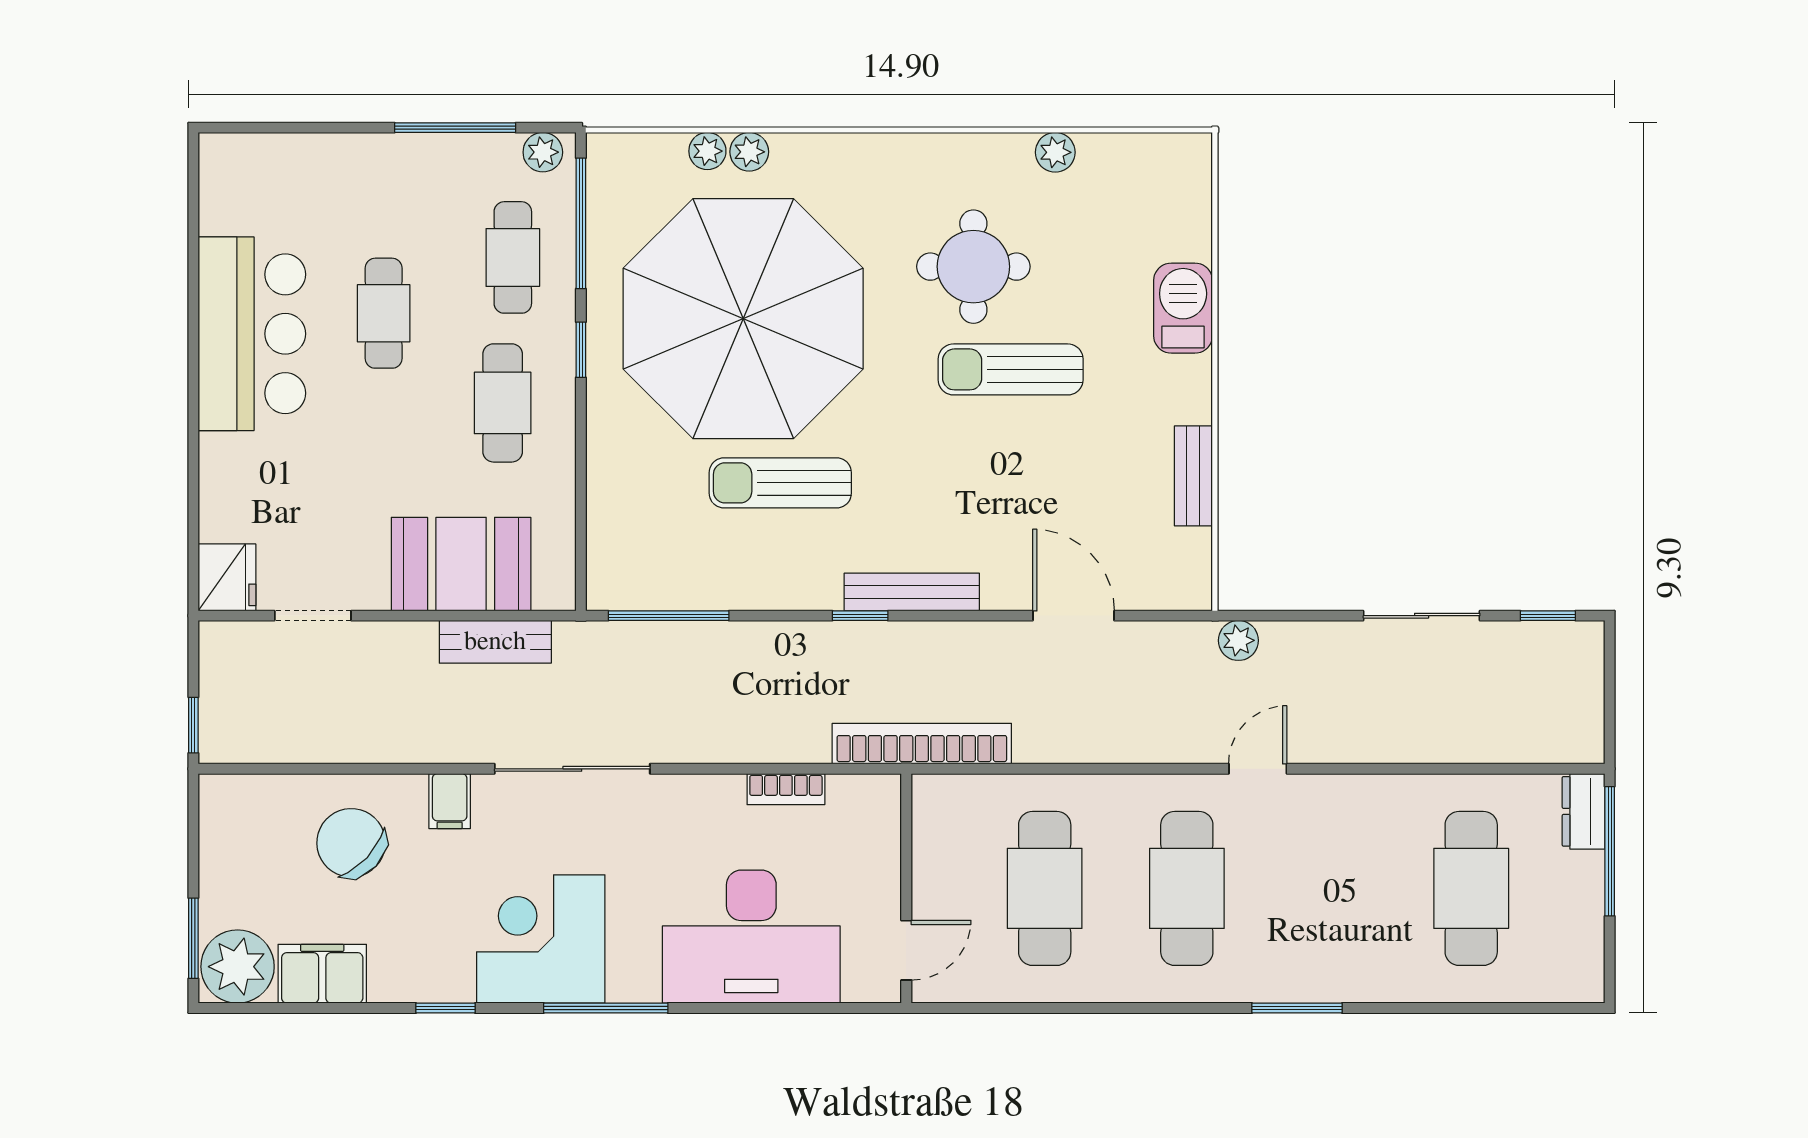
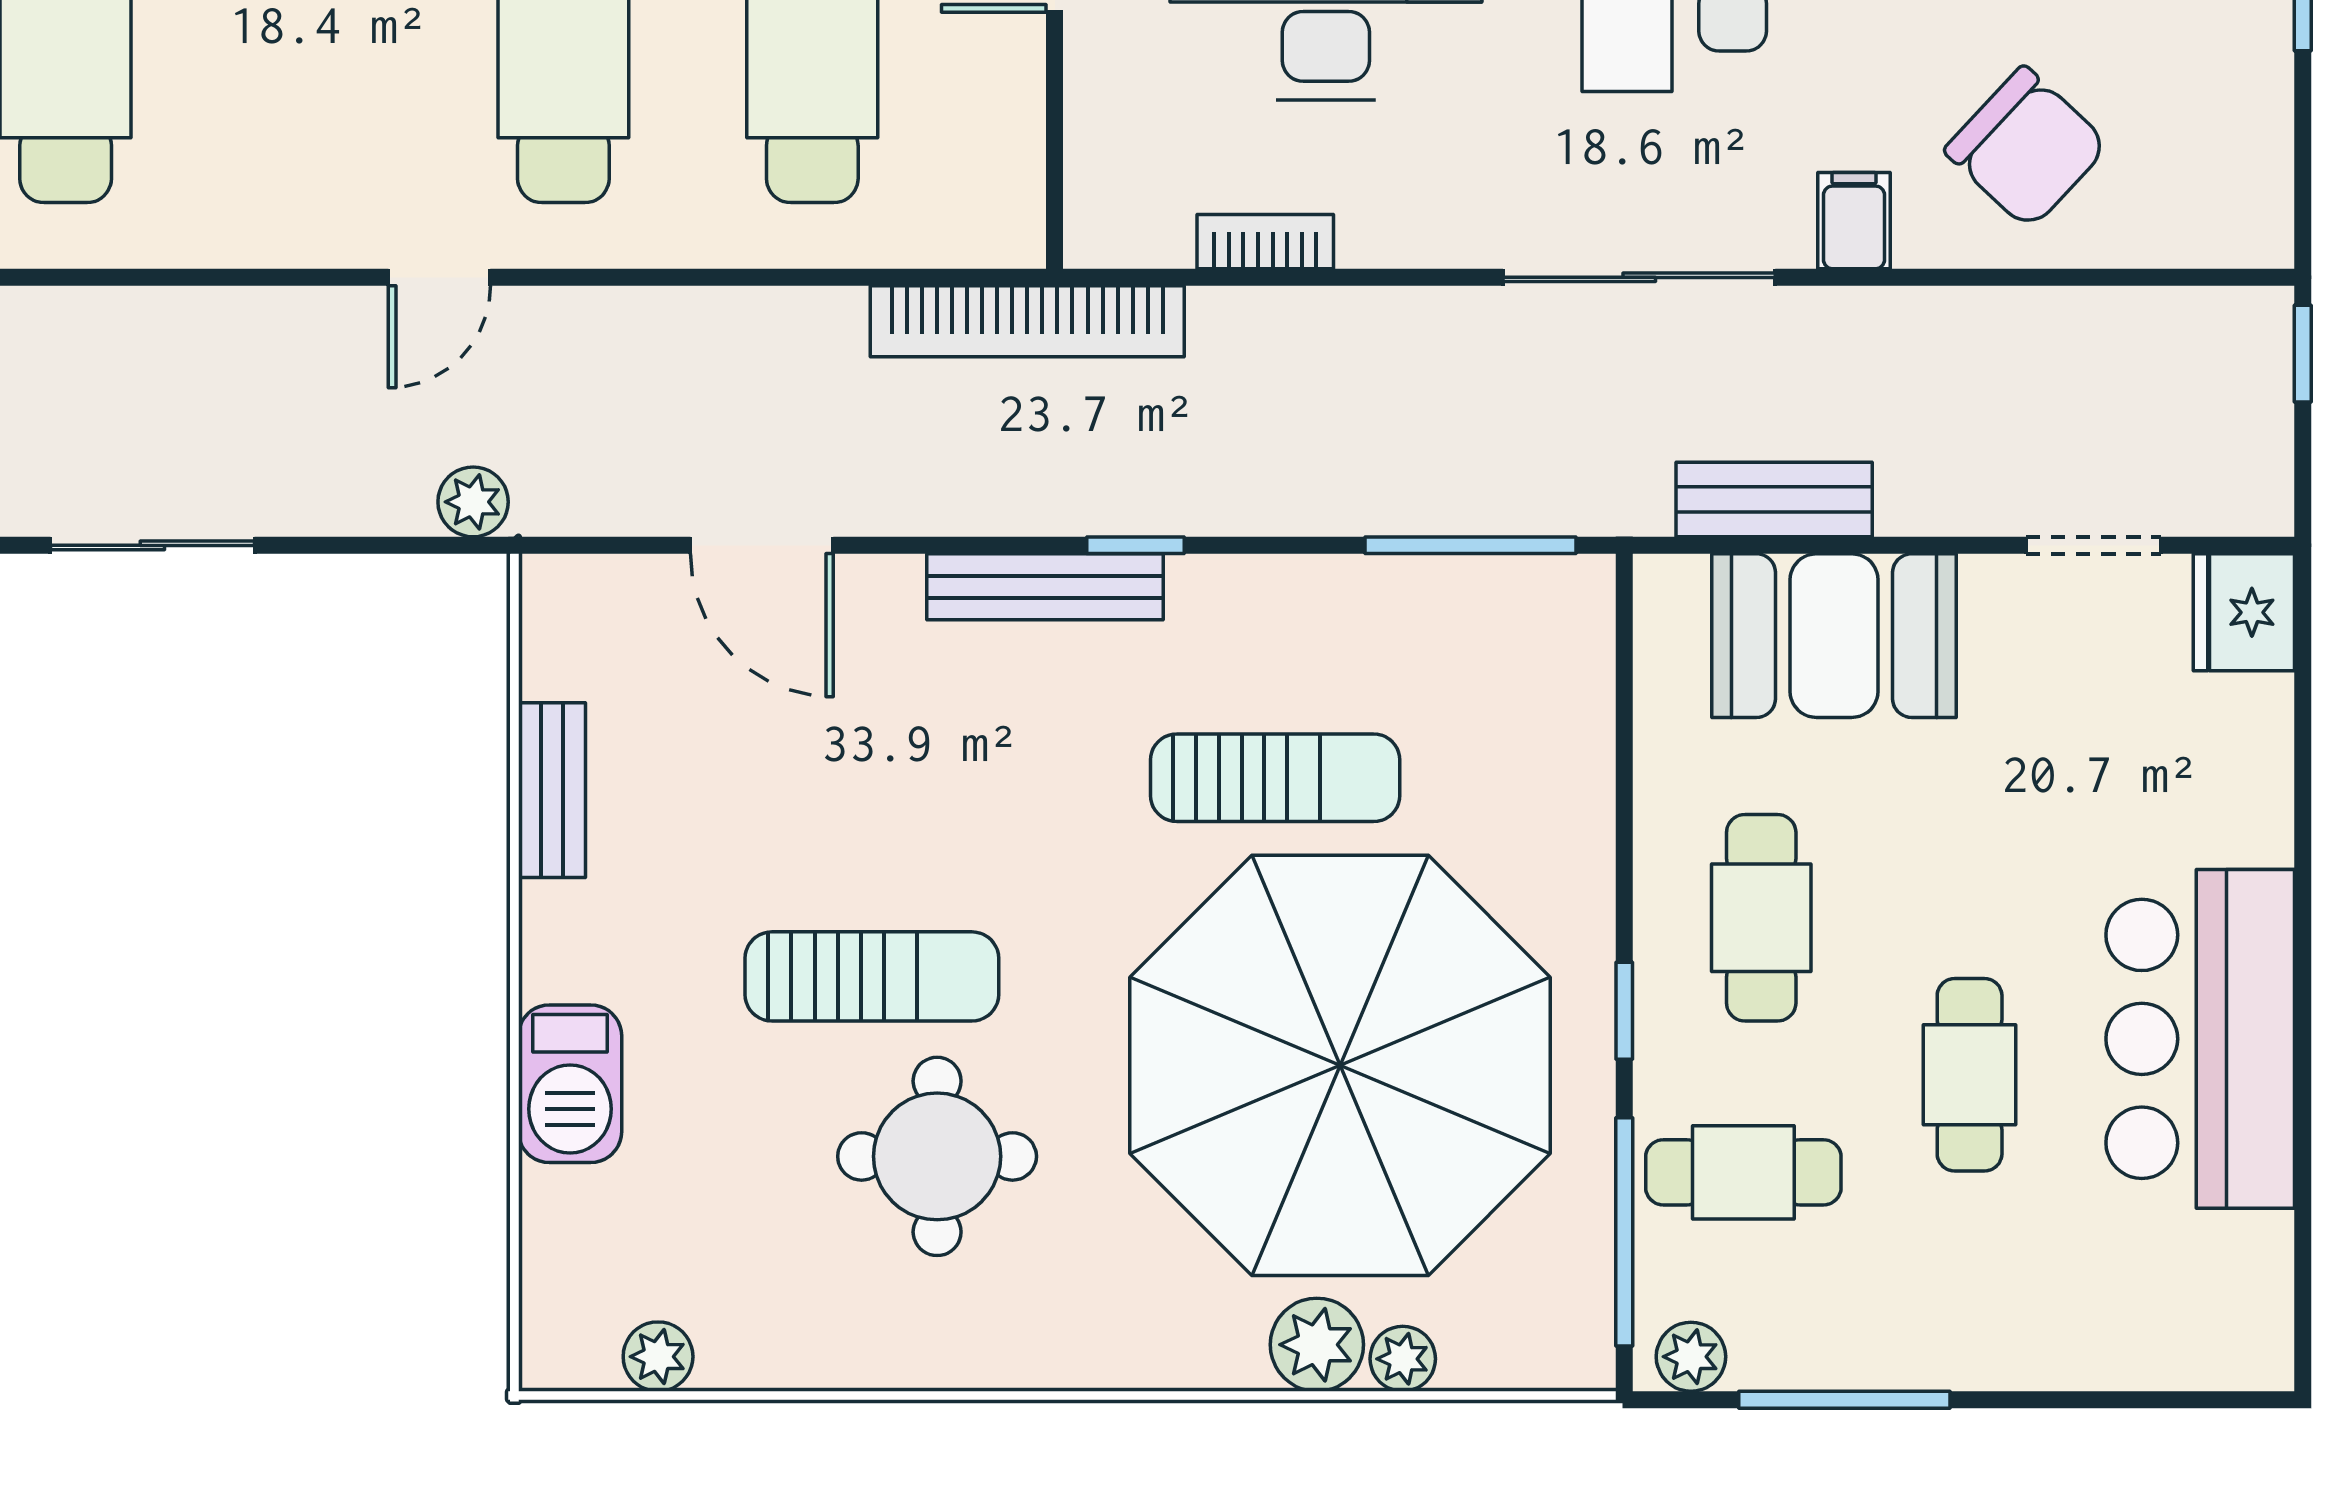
plant: (749, 152) -> (1317, 1345), width x1.38, depth x1.38
plant: (1055, 152) -> (658, 1357), moved
cafe table: (513, 257) -> (1743, 1172), turned 90

